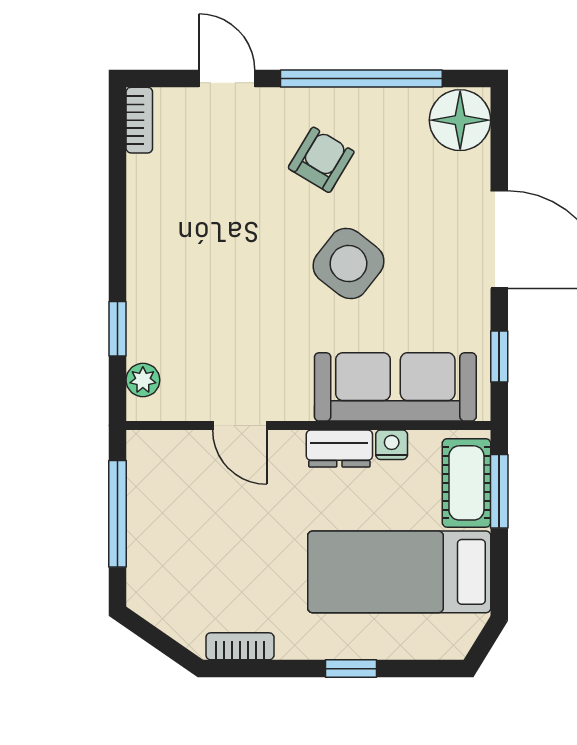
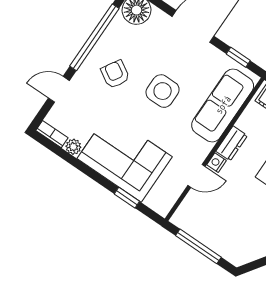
side table: (348, 264) -> (163, 91), turned -38
corner sofa: (185, 277) -> (125, 158), added
plant: (143, 380) -> (73, 147), moved
nightstand: (392, 445) -> (216, 163), moved

